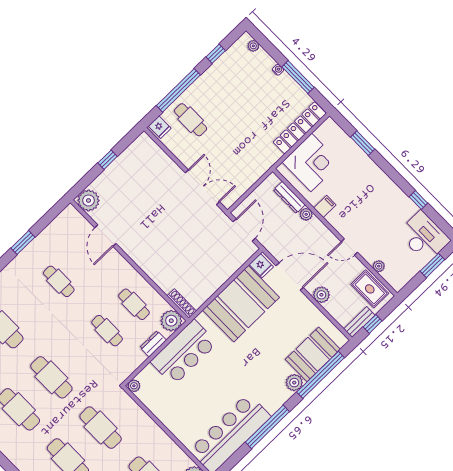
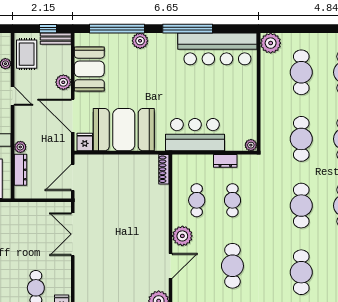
cafe table: (59, 281) -> (232, 266), width x1.37, depth x1.35
plant: (171, 321) -> (182, 236), moved
dresser: (153, 344) -> (225, 161), moved
booth: (313, 354) -> (89, 69), moved, turned 90

